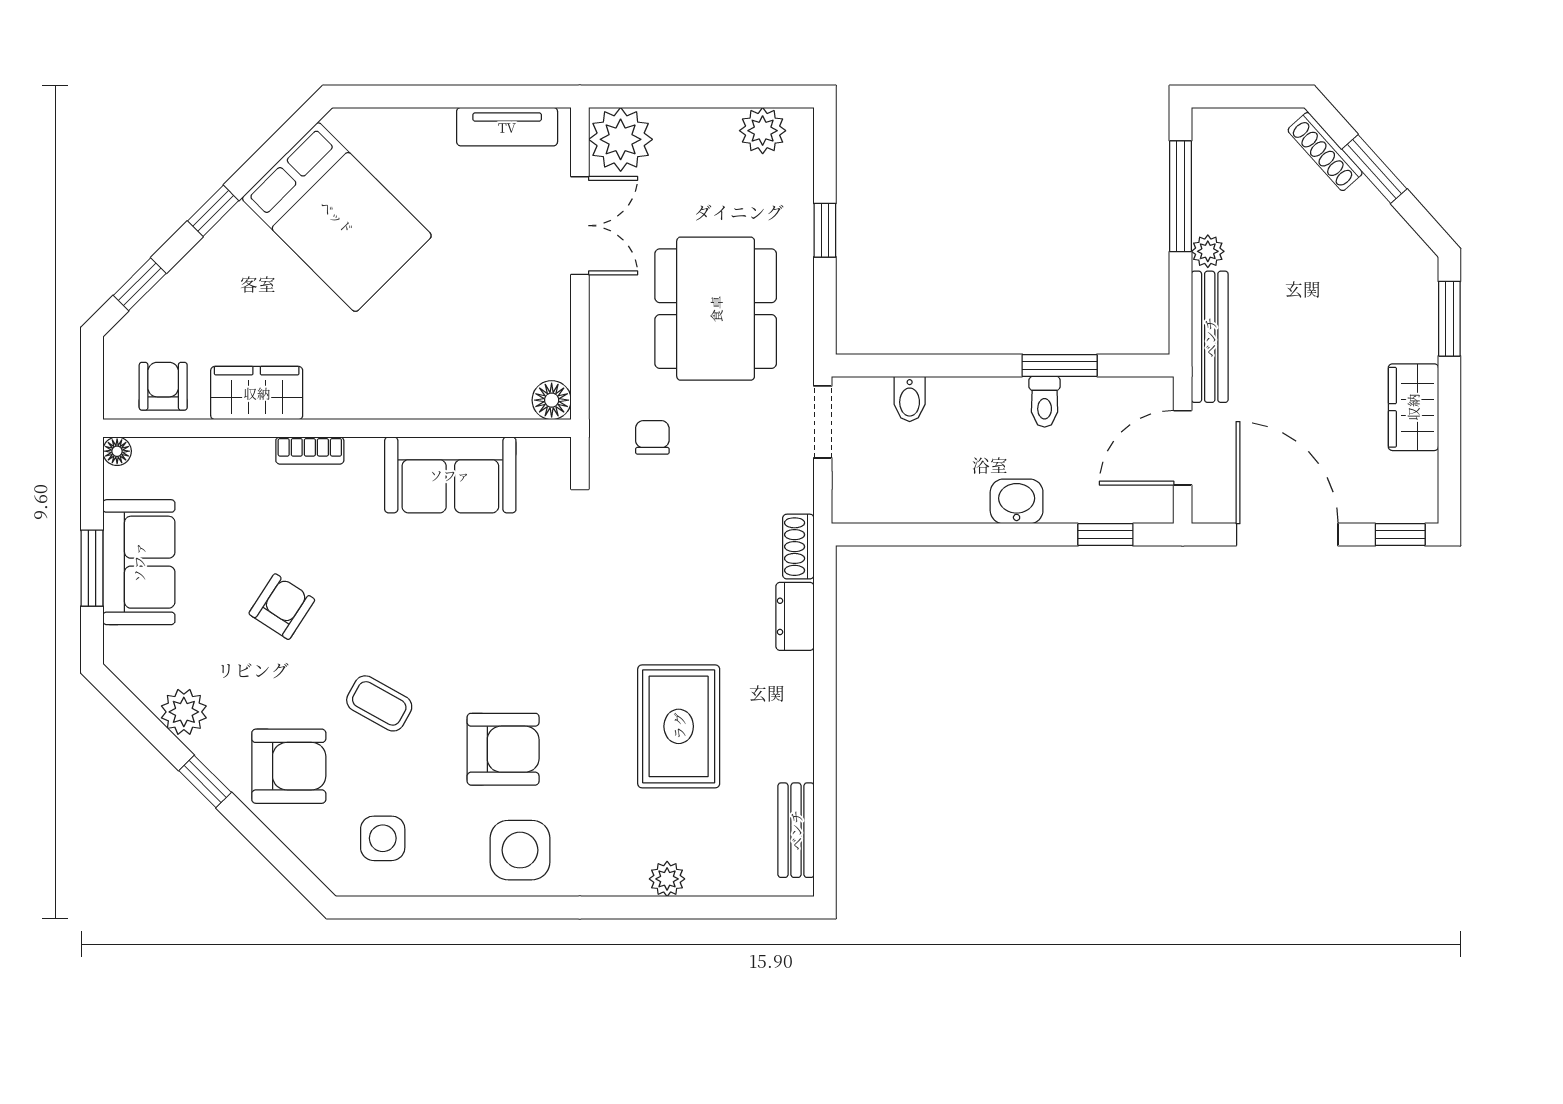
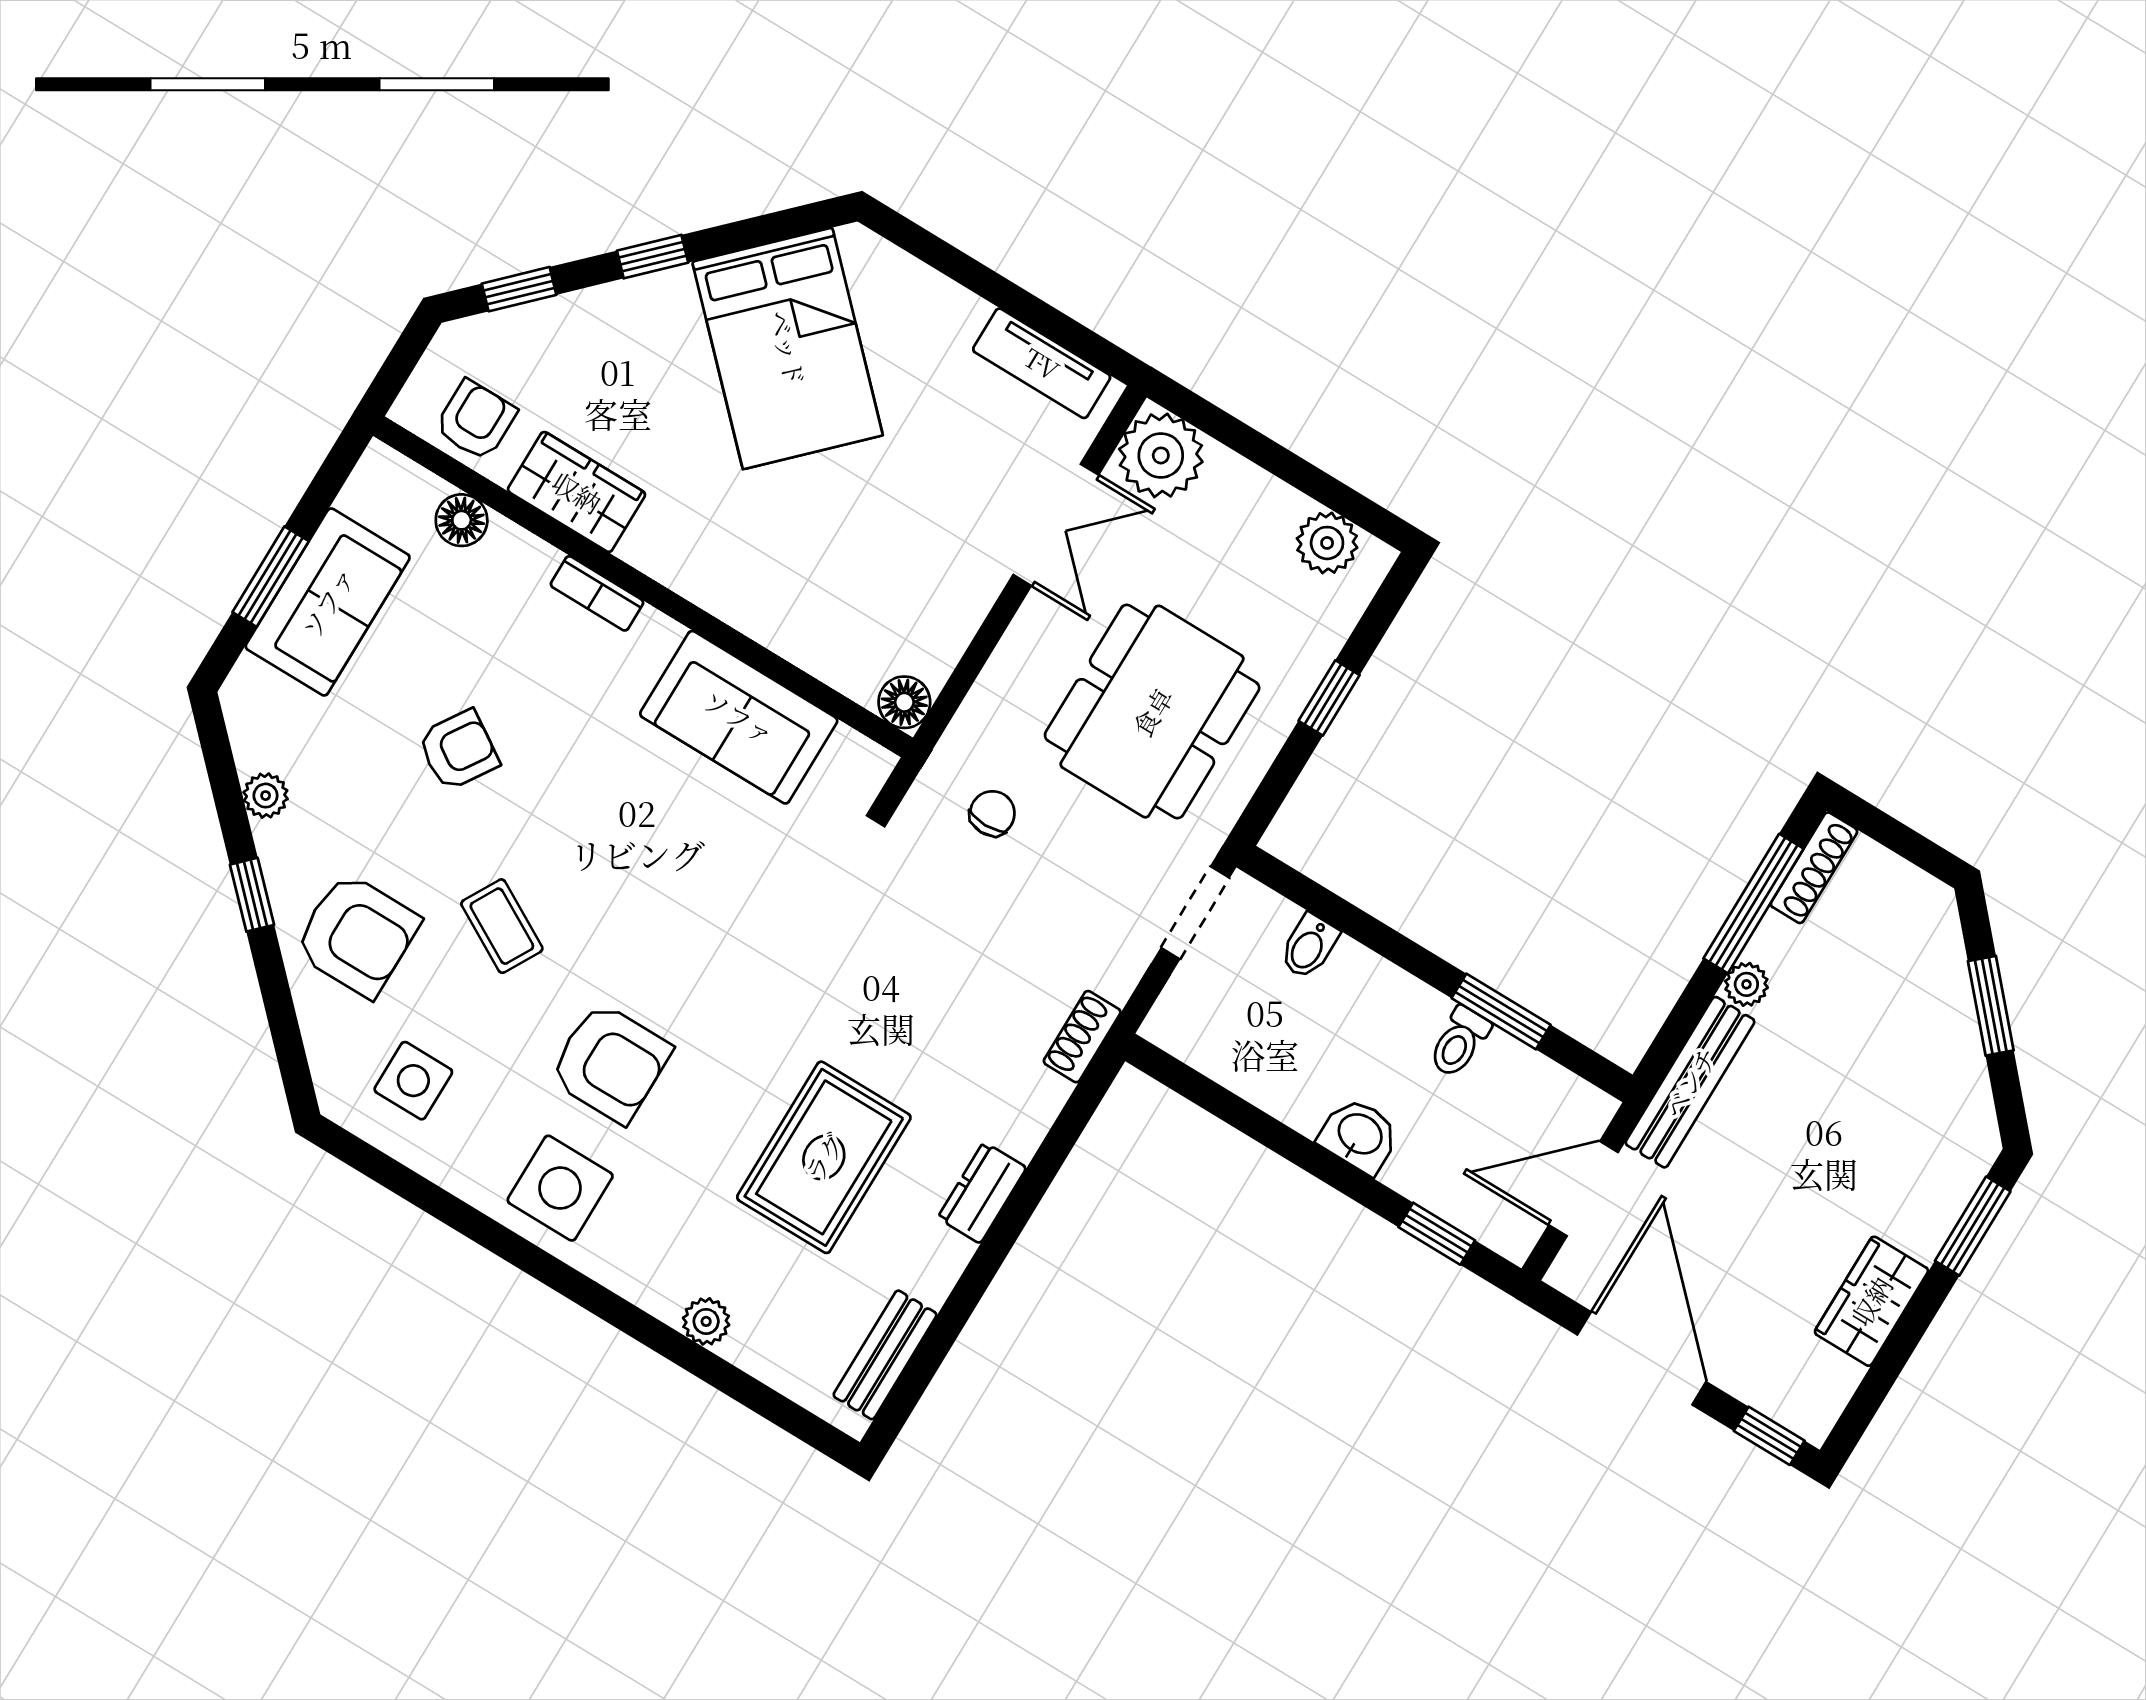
shoe rack: (1325, 152) -> (1814, 868), moved, turned -138
floor lamp: (117, 451) -> (462, 520), moved, width x1.37, depth x1.37
dresser: (795, 616) -> (982, 1193), moved
plant: (184, 712) -> (266, 796), width x0.73, depth x0.73

